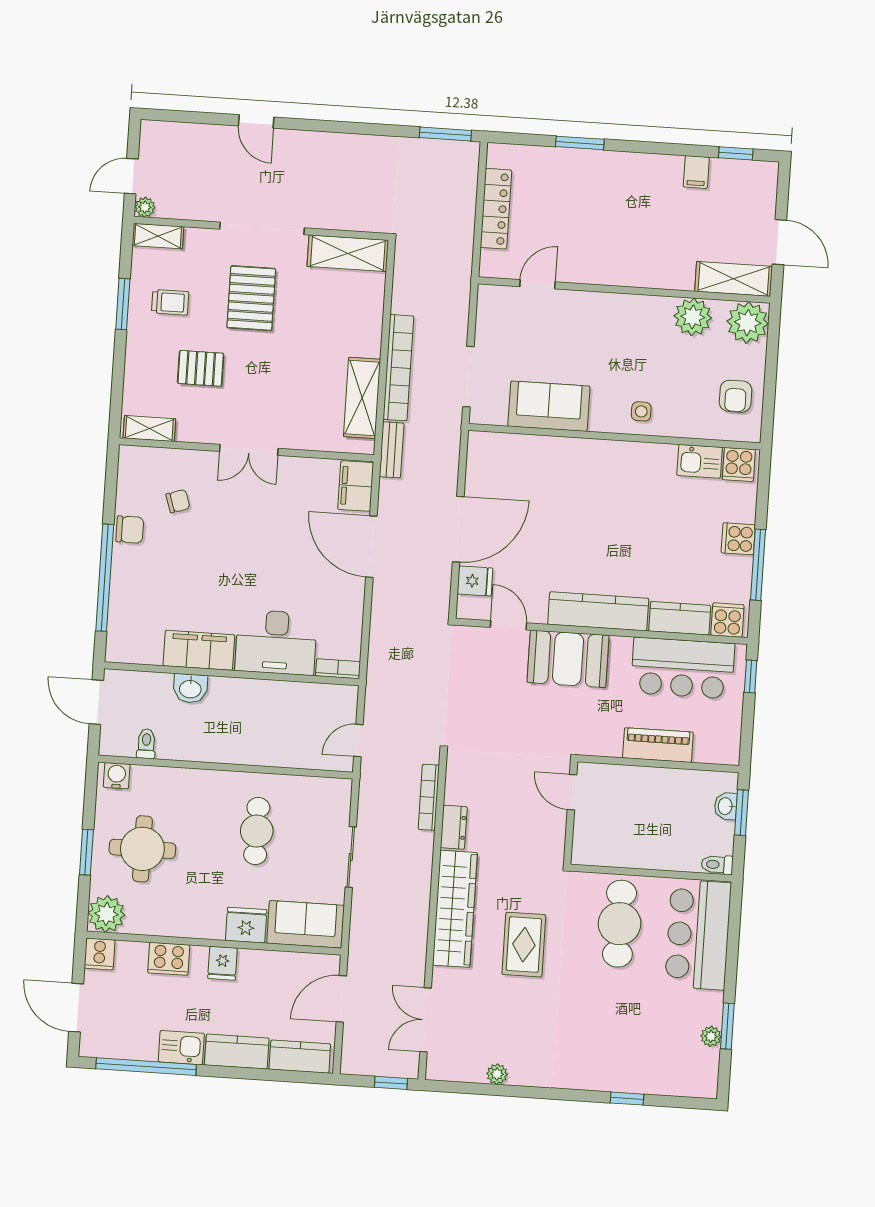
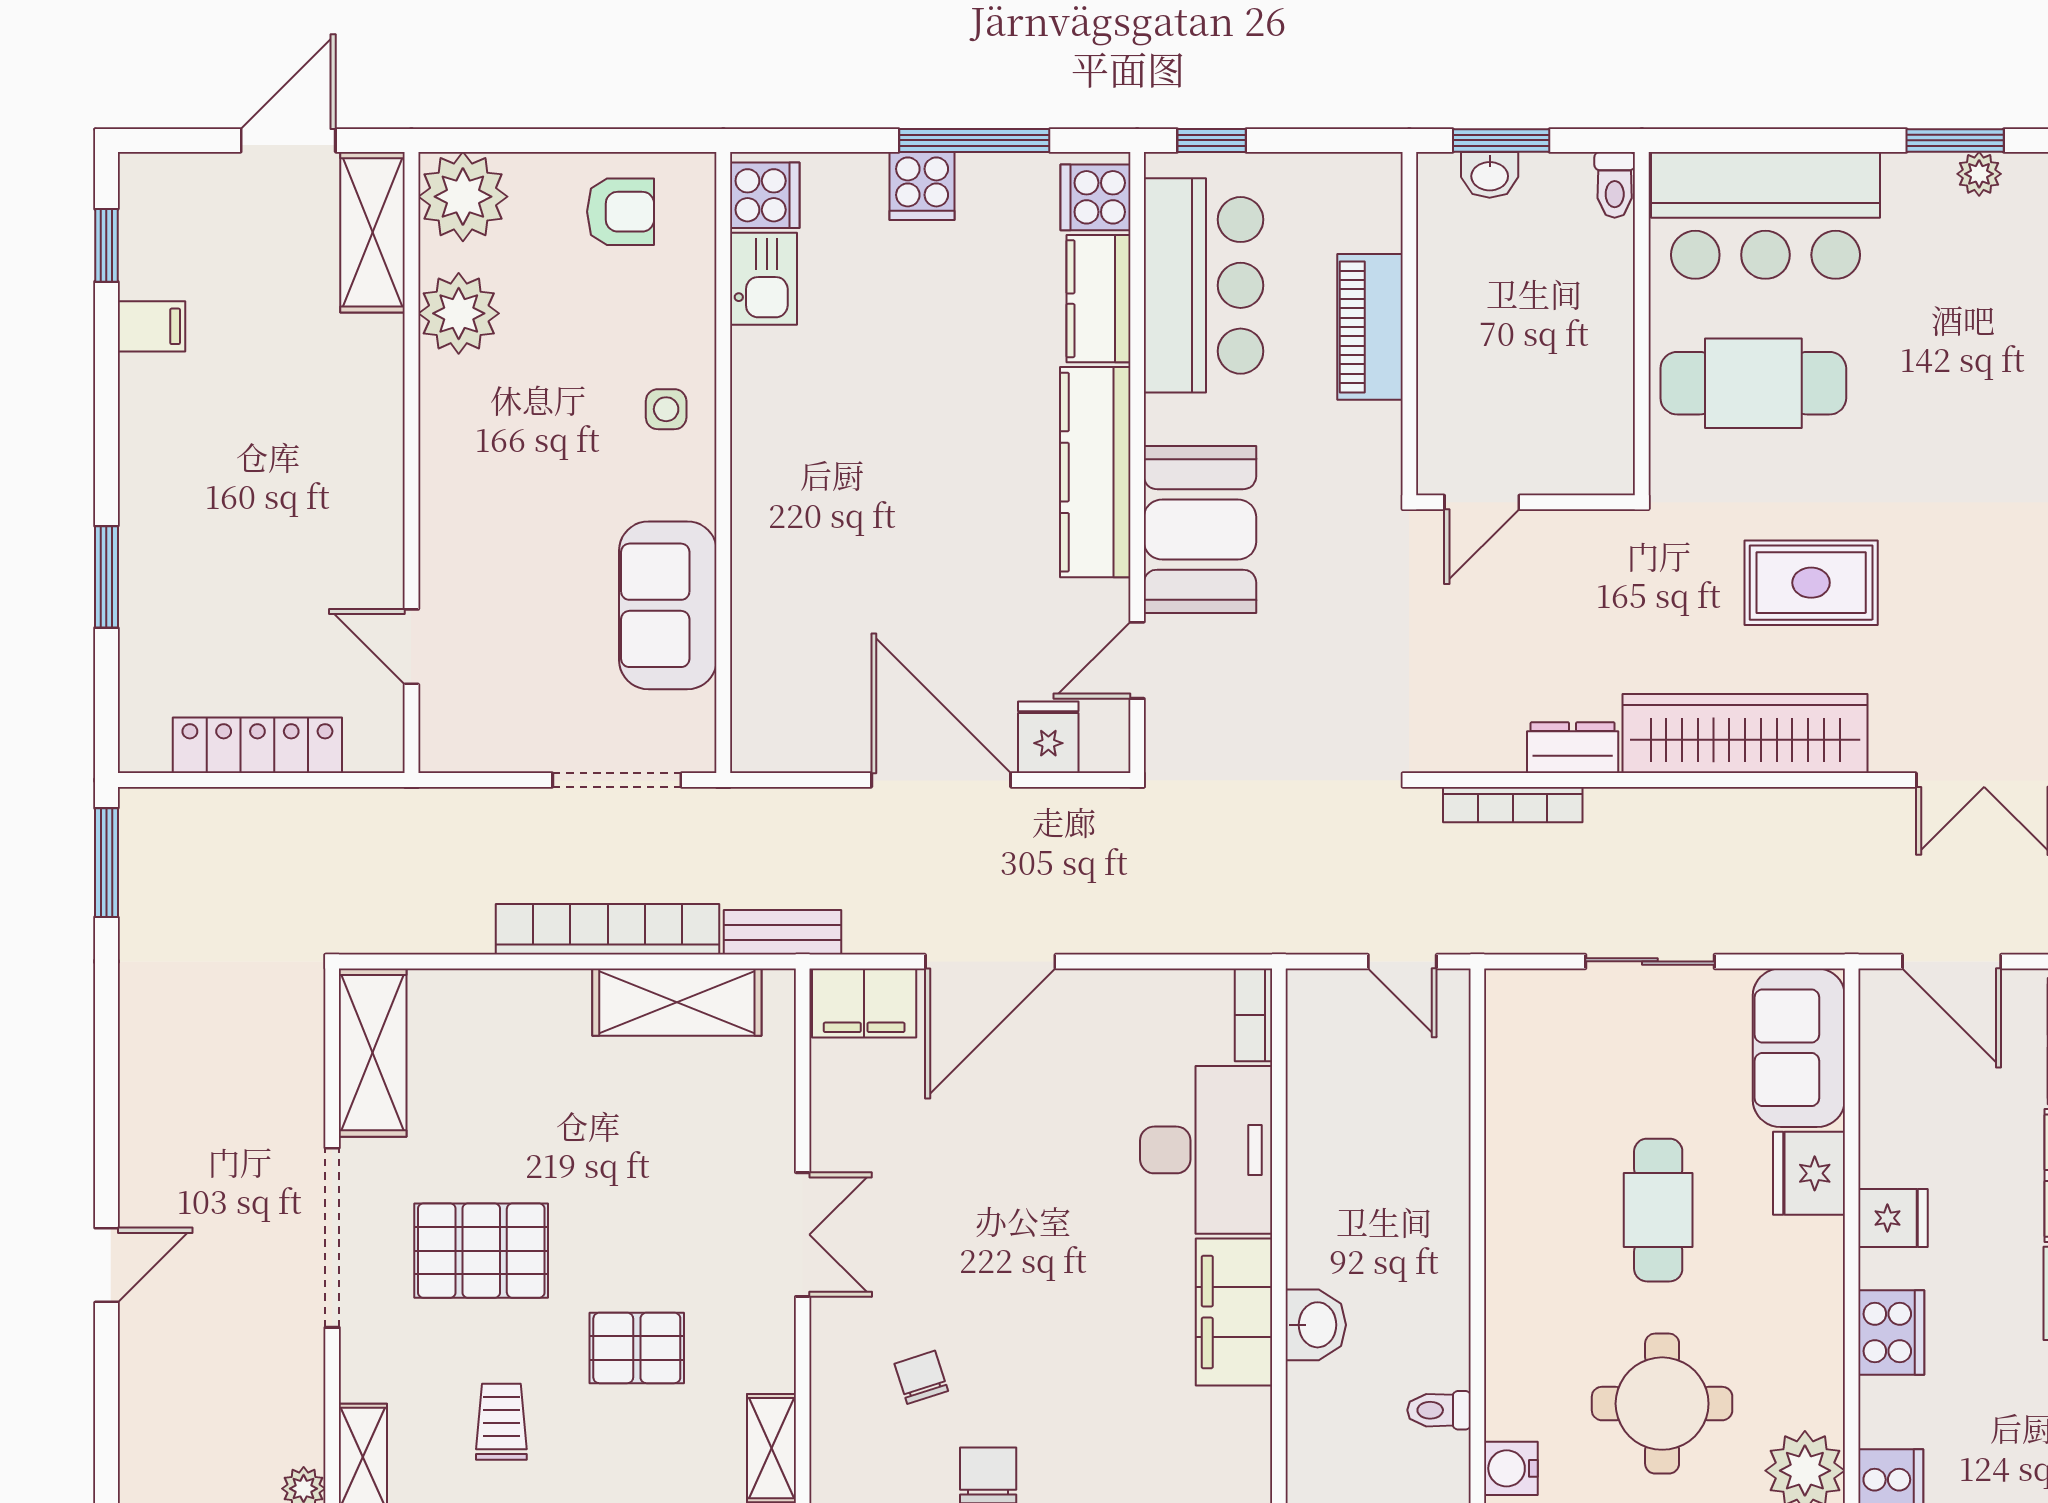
pallet: (201, 368) -> (637, 1348), turned 90
cafe table: (257, 831) -> (1658, 1210), moved, turned 90

